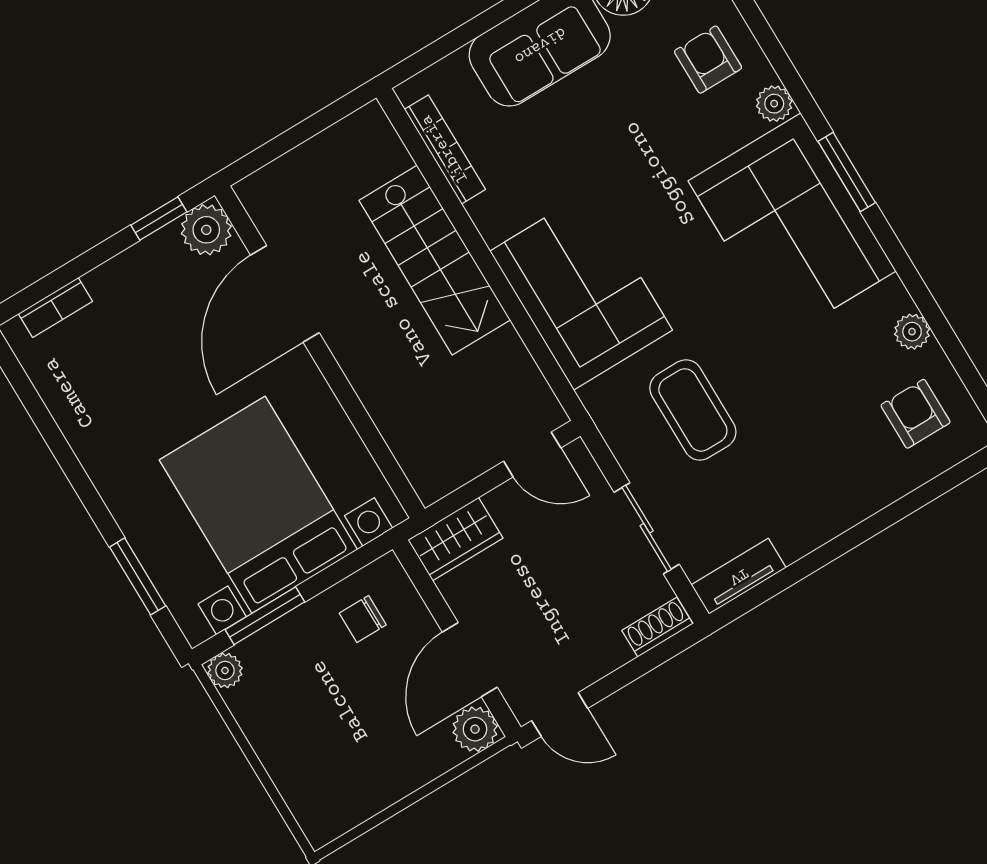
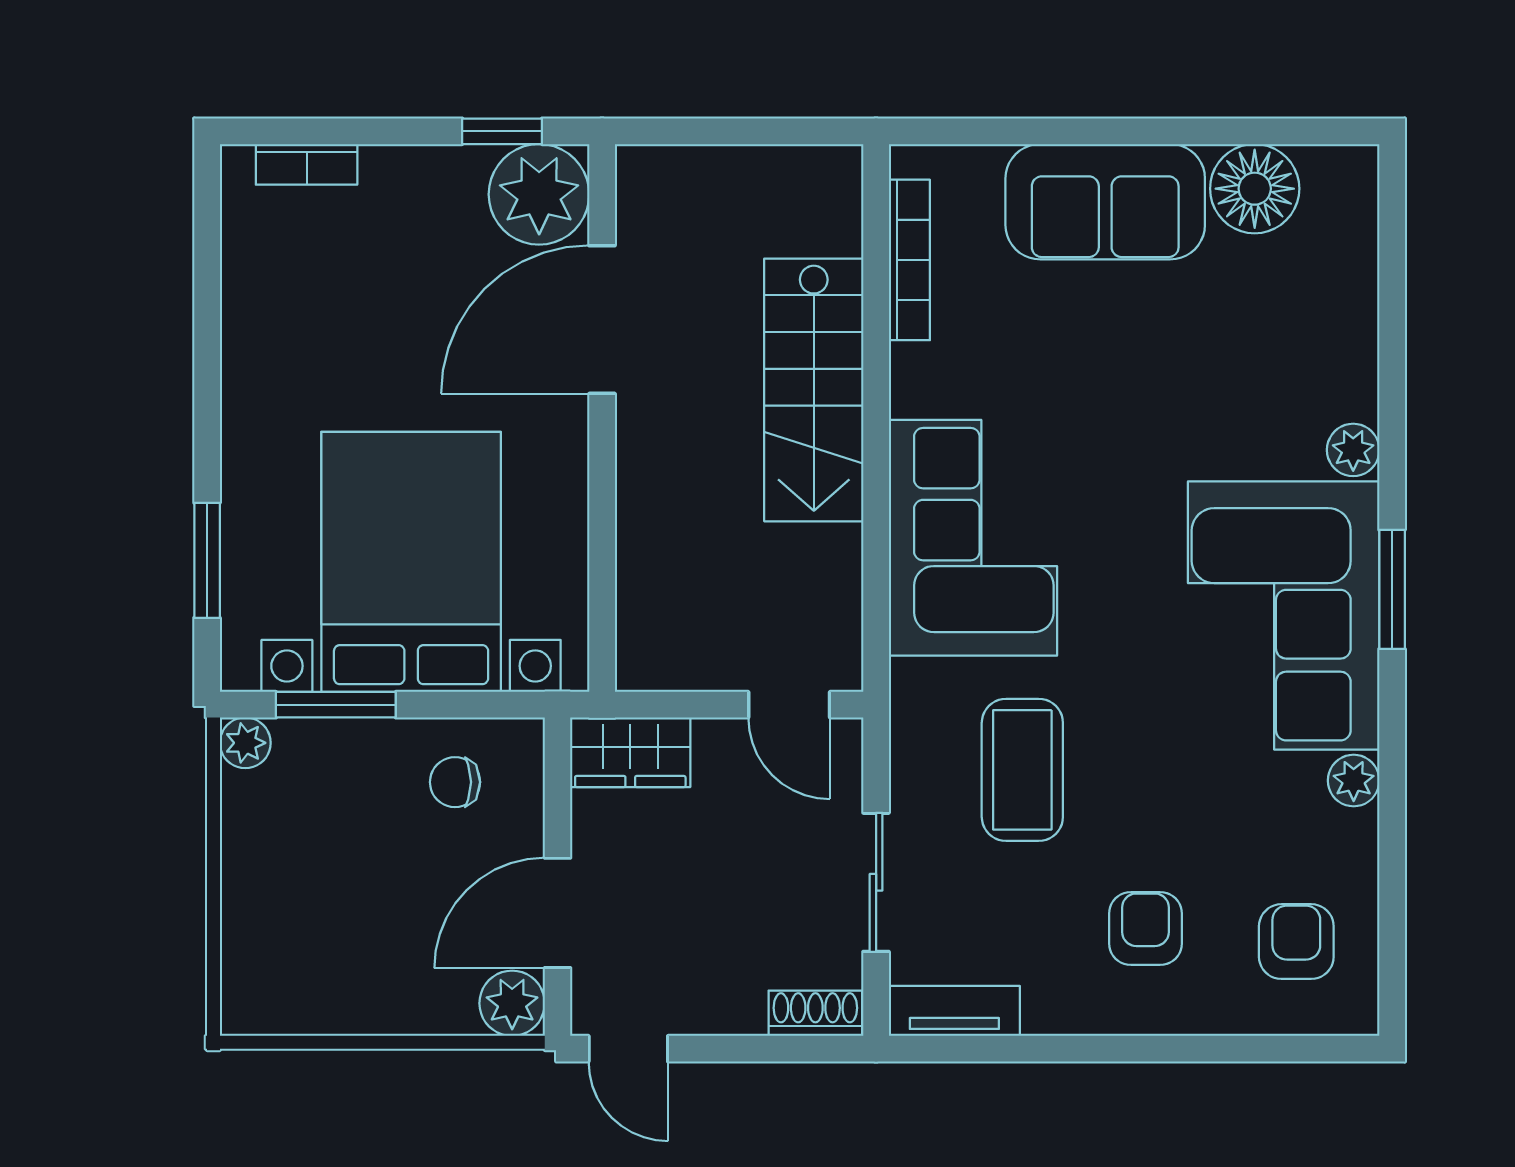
armchair: (708, 60) -> (1145, 929), moved
plant: (206, 230) -> (539, 194), width x1.36, depth x1.36
plant: (912, 332) -> (1354, 781), moved

